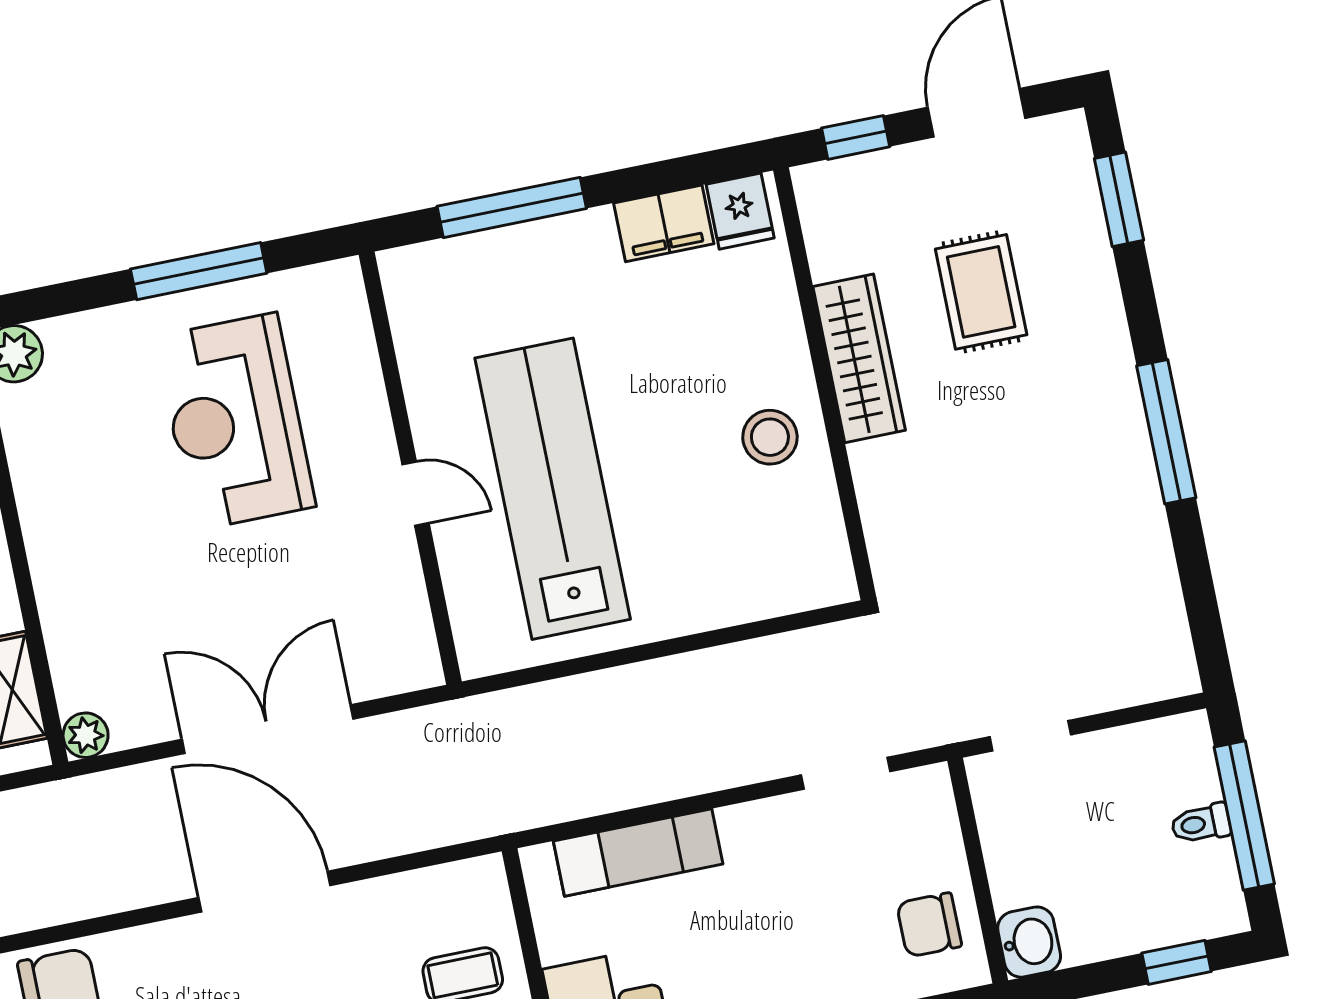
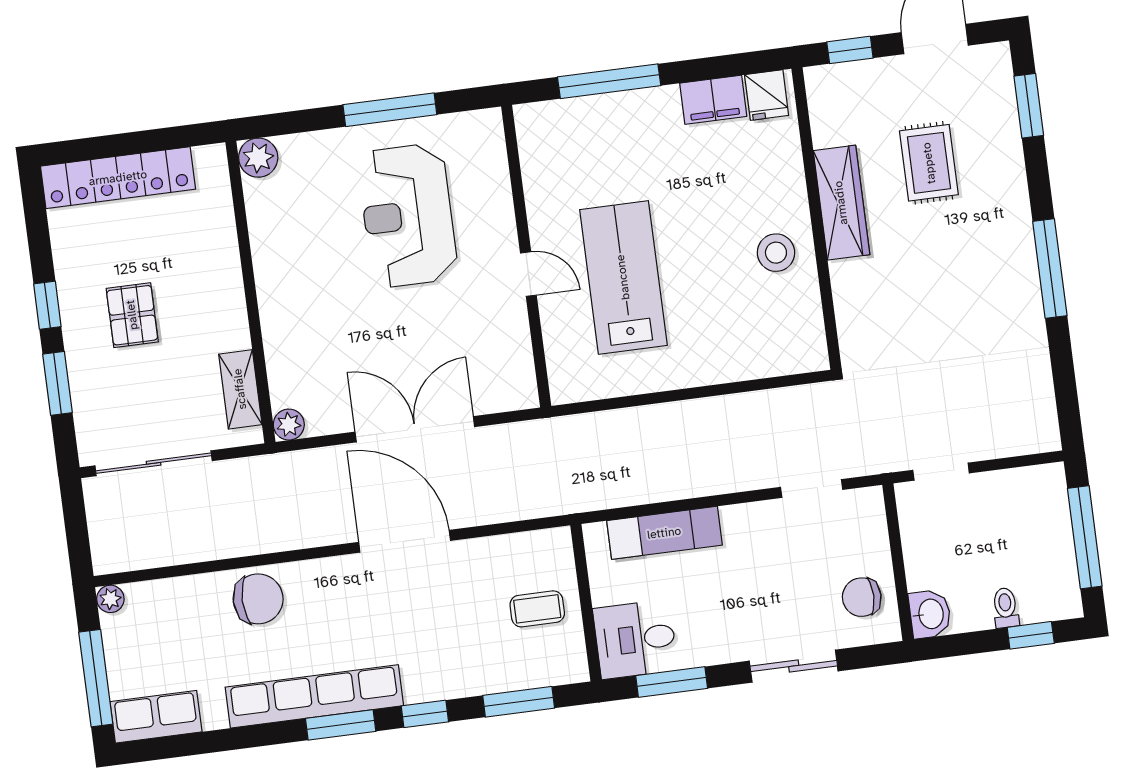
lab bench: (553, 489) -> (623, 277), width x0.73
toilet: (1201, 824) -> (1005, 608), moved, turned 90

